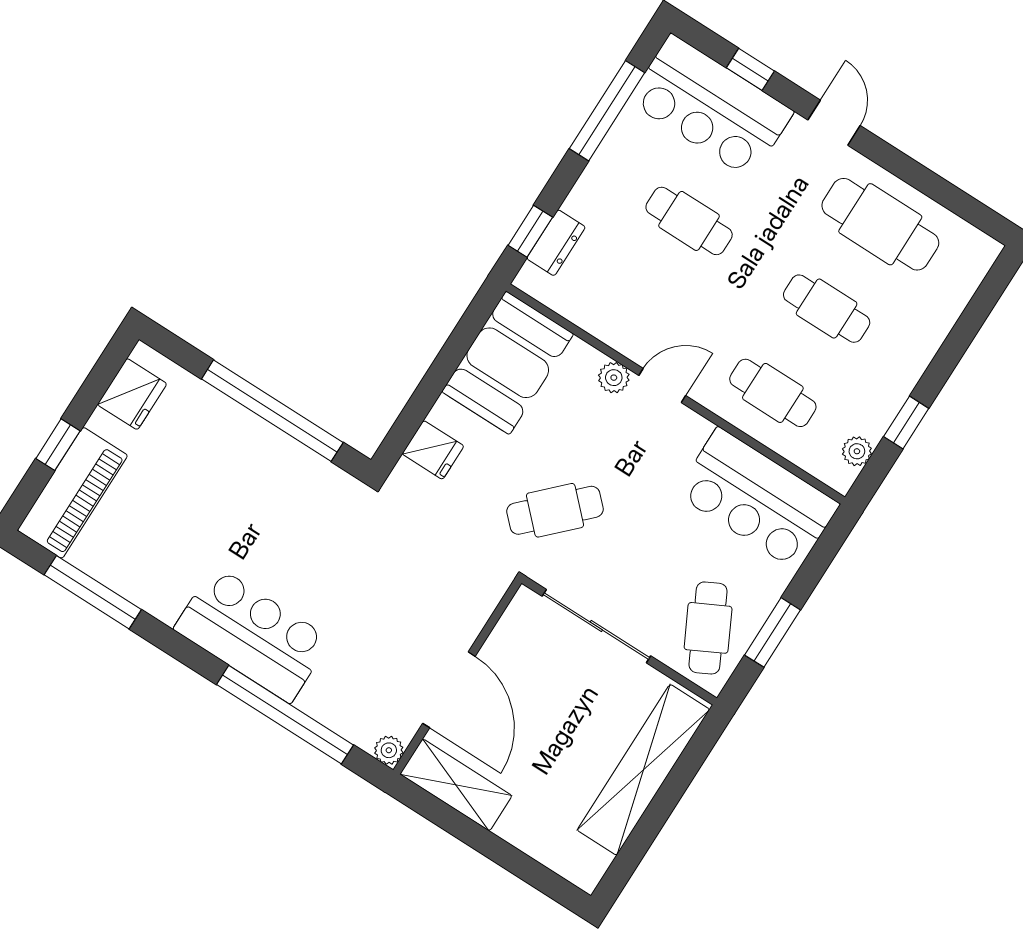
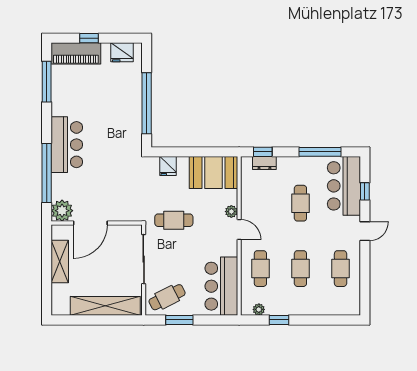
cafe table: (880, 224) -> (341, 269), width x0.73, depth x0.74
cafe table: (555, 510) -> (174, 220), turned -45
plant: (389, 750) -> (62, 211), width x1.87, depth x1.87
shelving: (456, 785) -> (60, 261), moved

